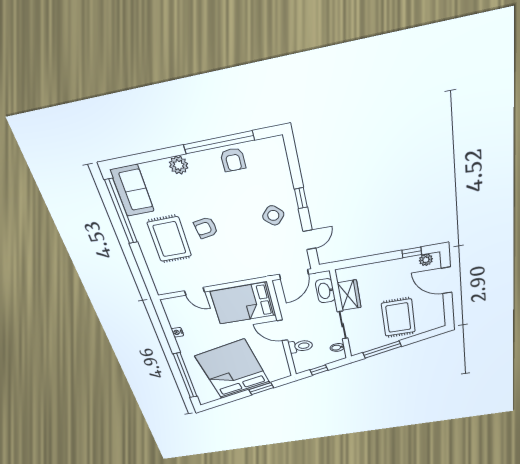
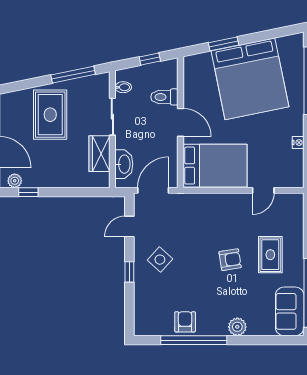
rug: (169, 239) -> (270, 255), width x0.73, depth x0.70
door: (194, 291) -> (263, 190), swing flipped

